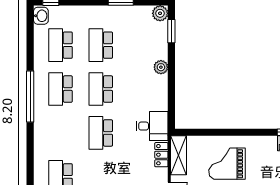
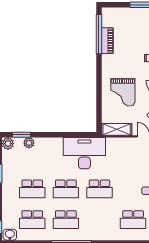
plant: (161, 67) -> (29, 143), moved
desk: (152, 126) -> (84, 153), width x1.87, depth x1.30
locker: (161, 155) -> (116, 142), removed

